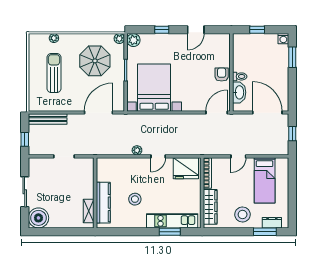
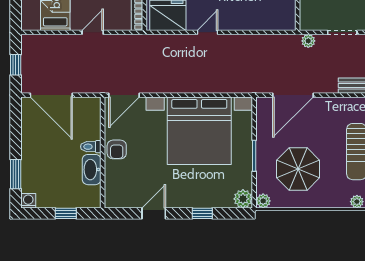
bed with nightstands: (154, 88) -> (199, 131), width x1.36
washbasin: (239, 92) -> (92, 170), moved
plant: (137, 150) -> (308, 41), moved

